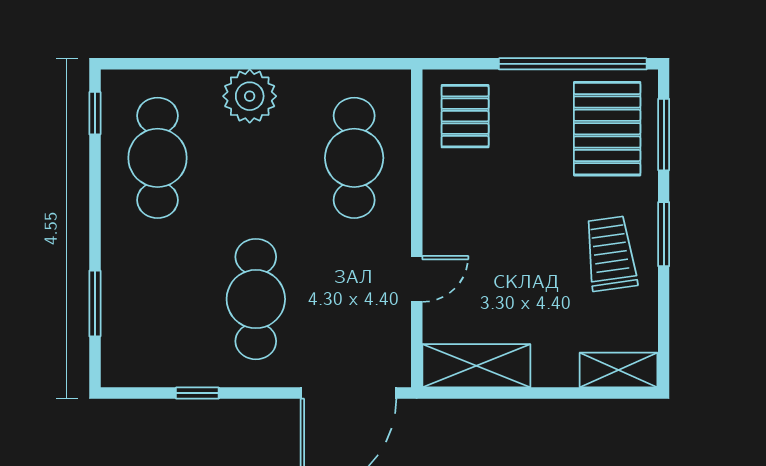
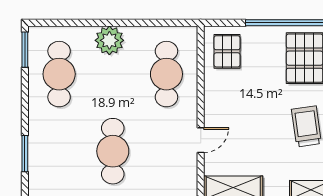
window: (95, 113) -> (25, 50), width x1.50

